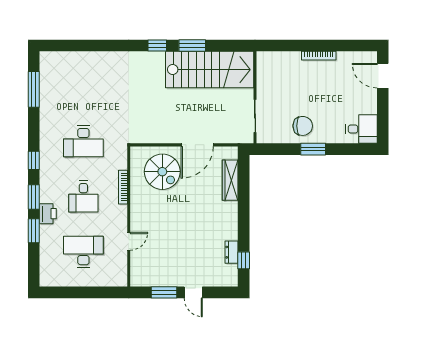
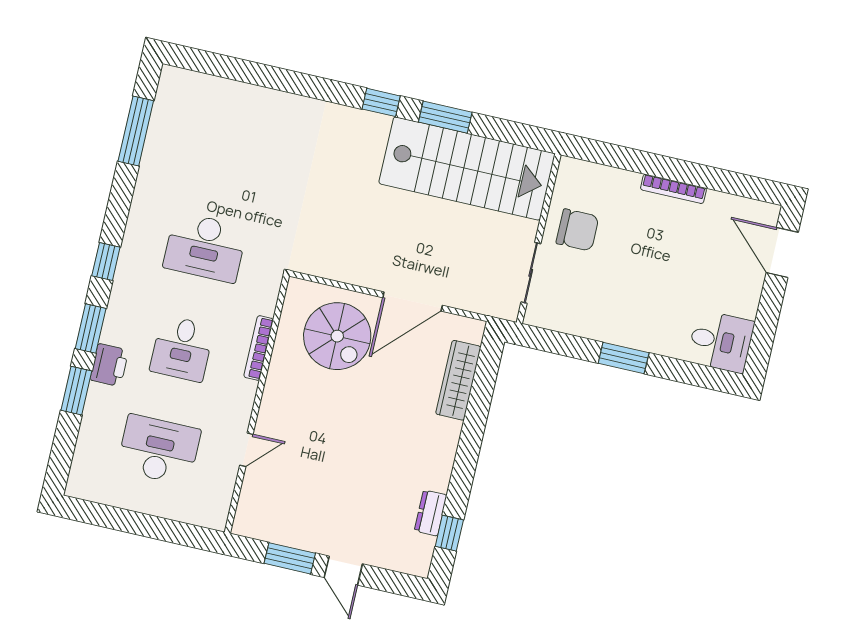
chair: (303, 126) -> (577, 230), moved

